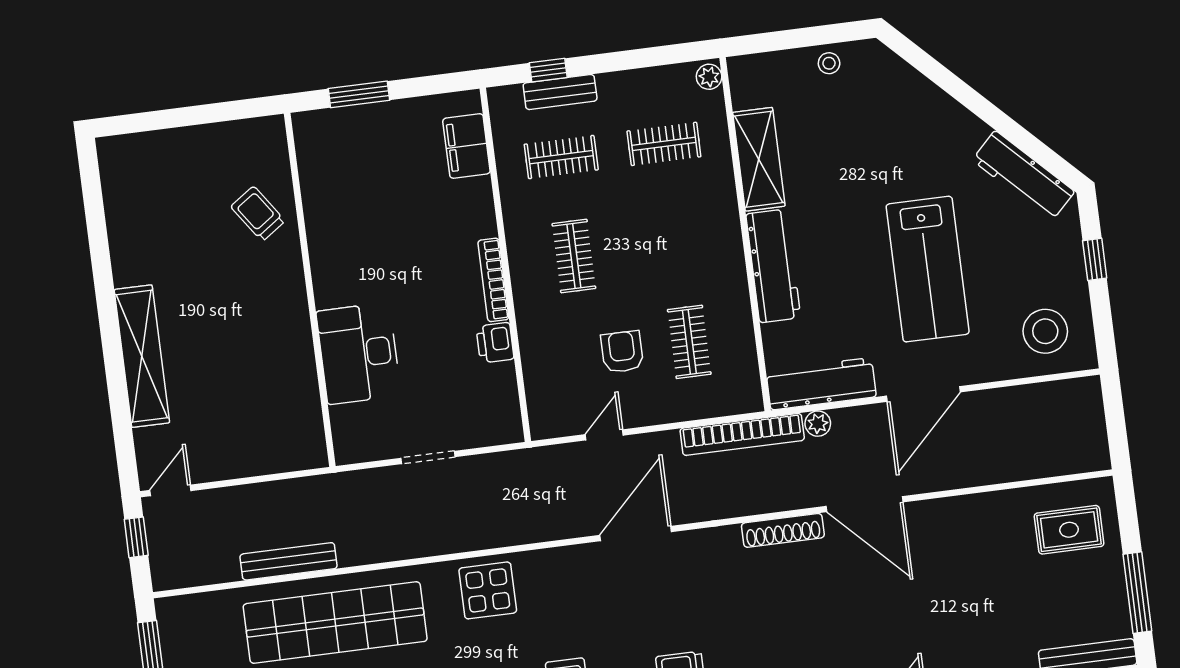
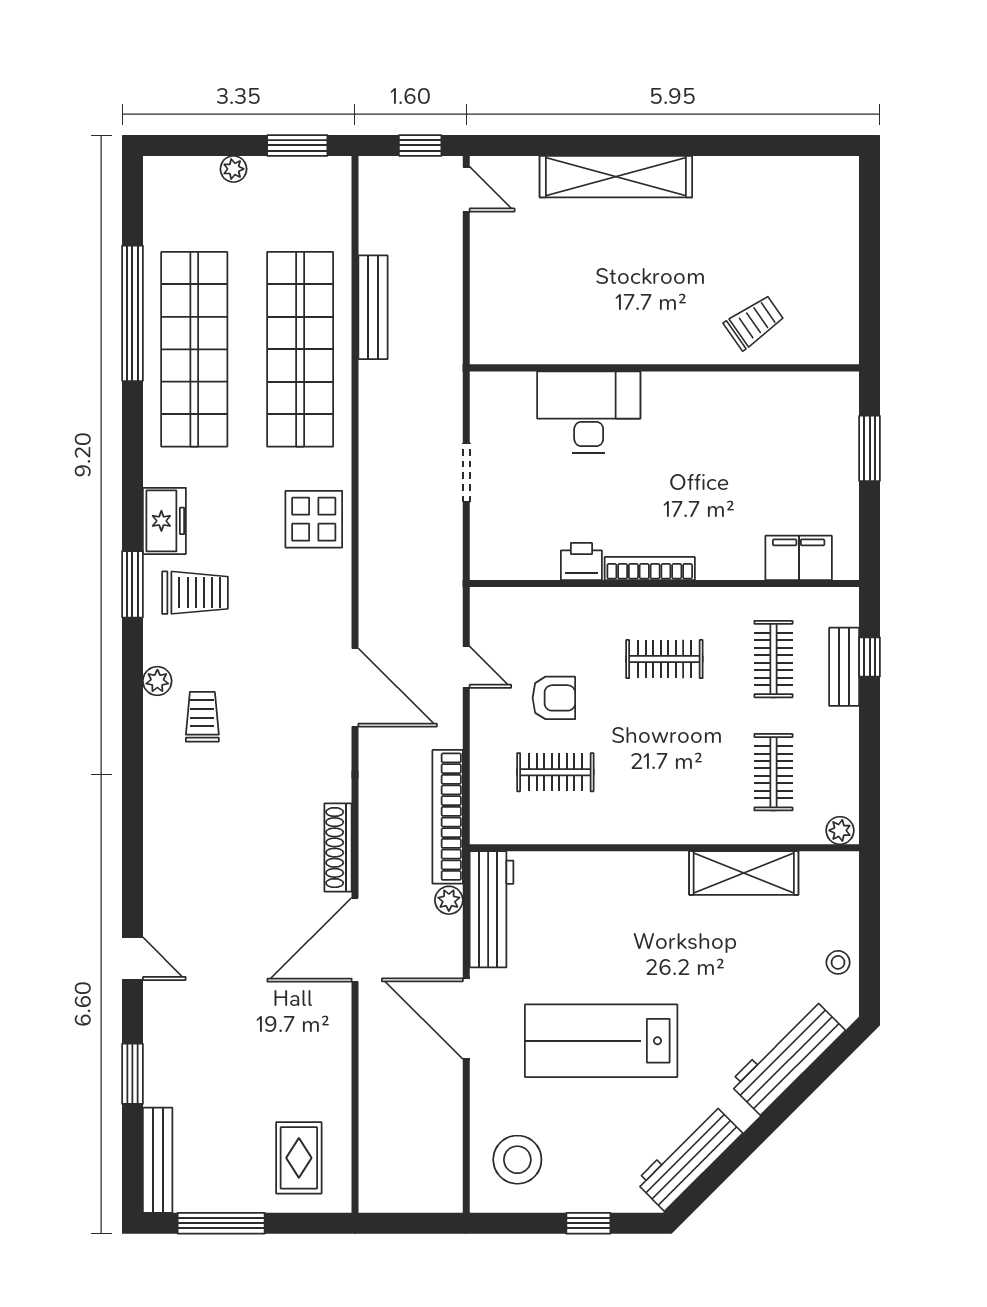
workbench: (773, 266) -> (787, 1057), moved, turned 135

